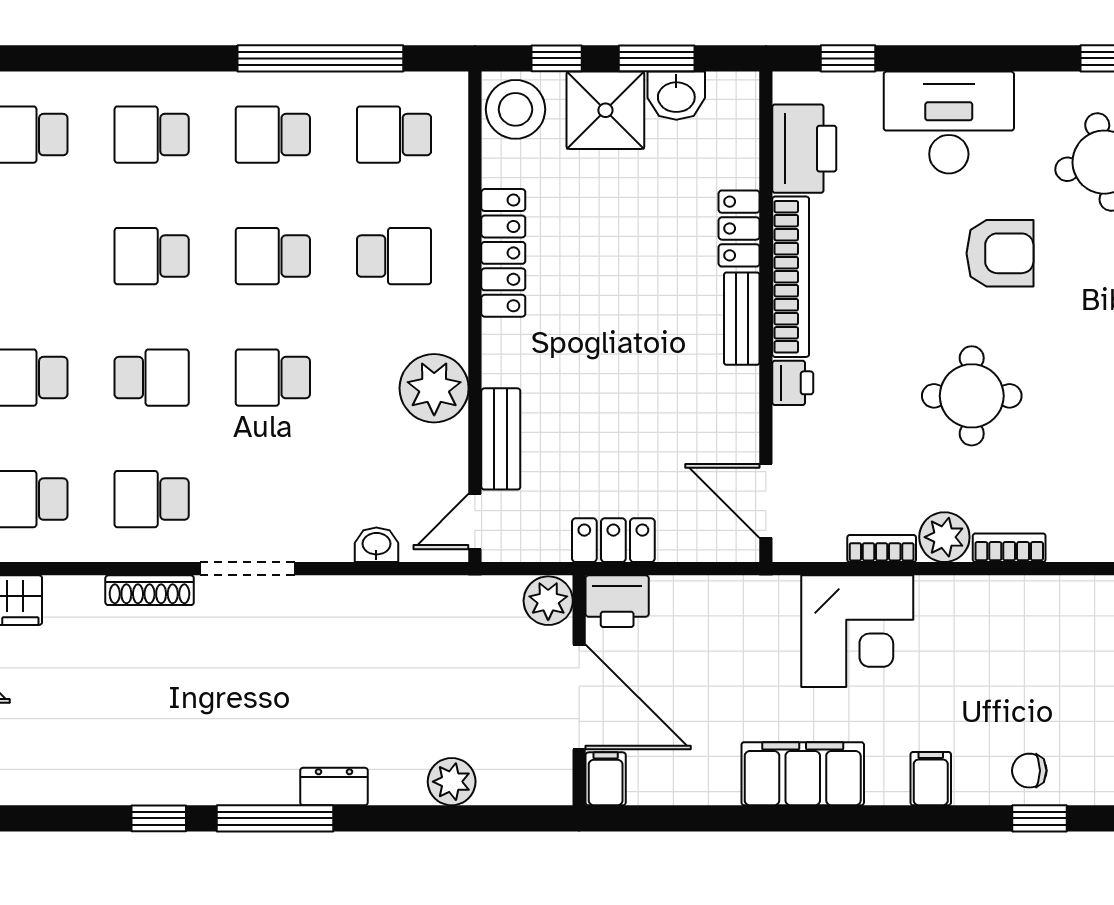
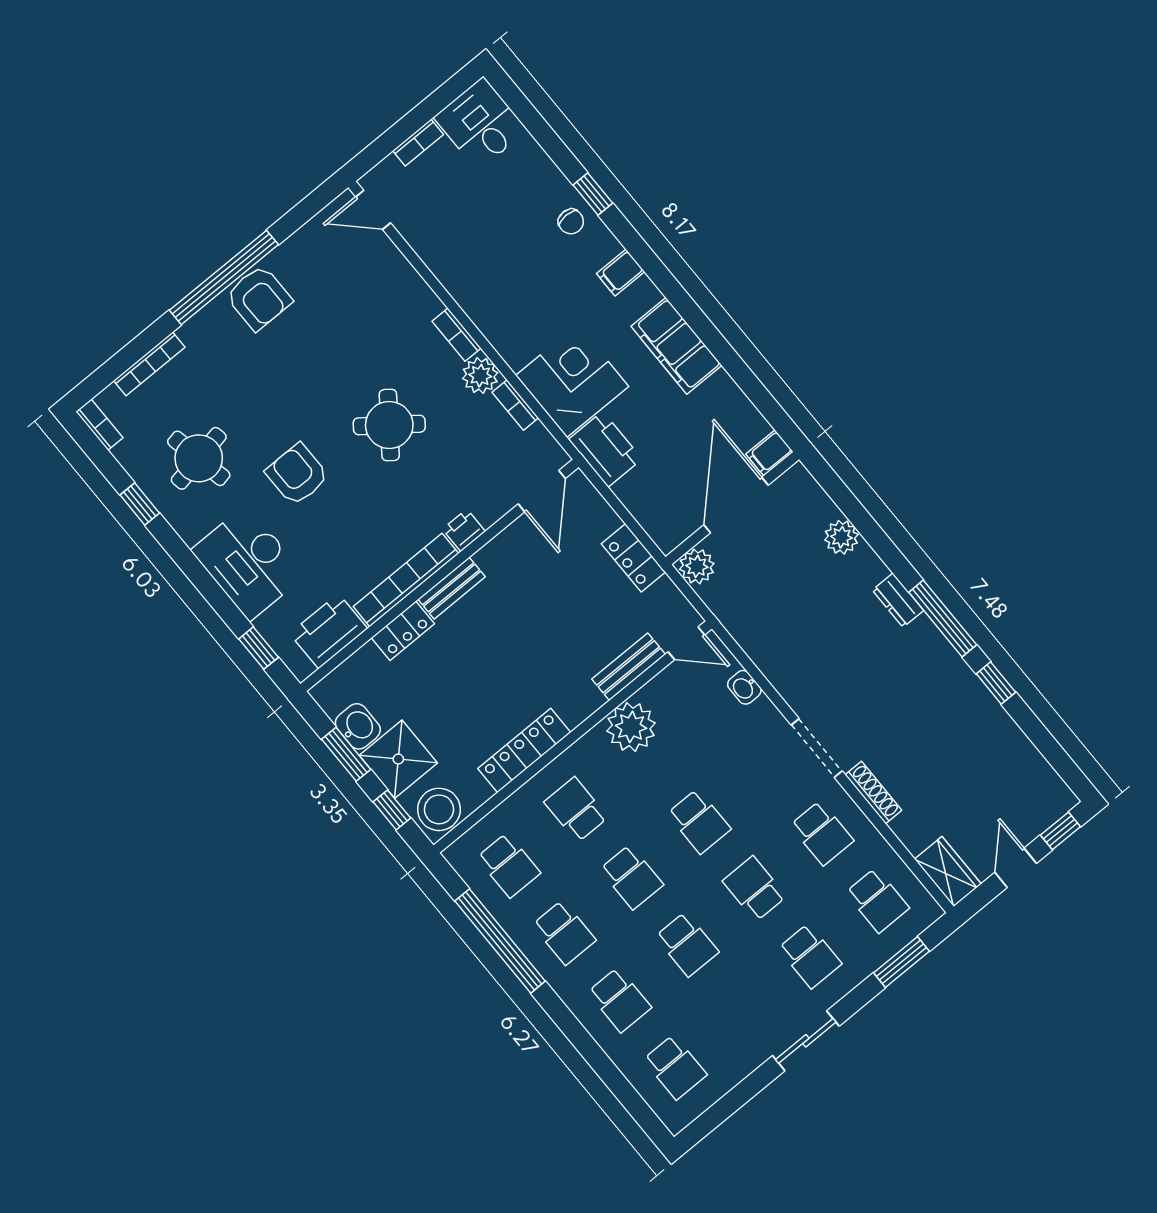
round table: (972, 396) -> (389, 425), turned 37
printer: (617, 601) -> (605, 449), moved, width x1.37, depth x1.19

